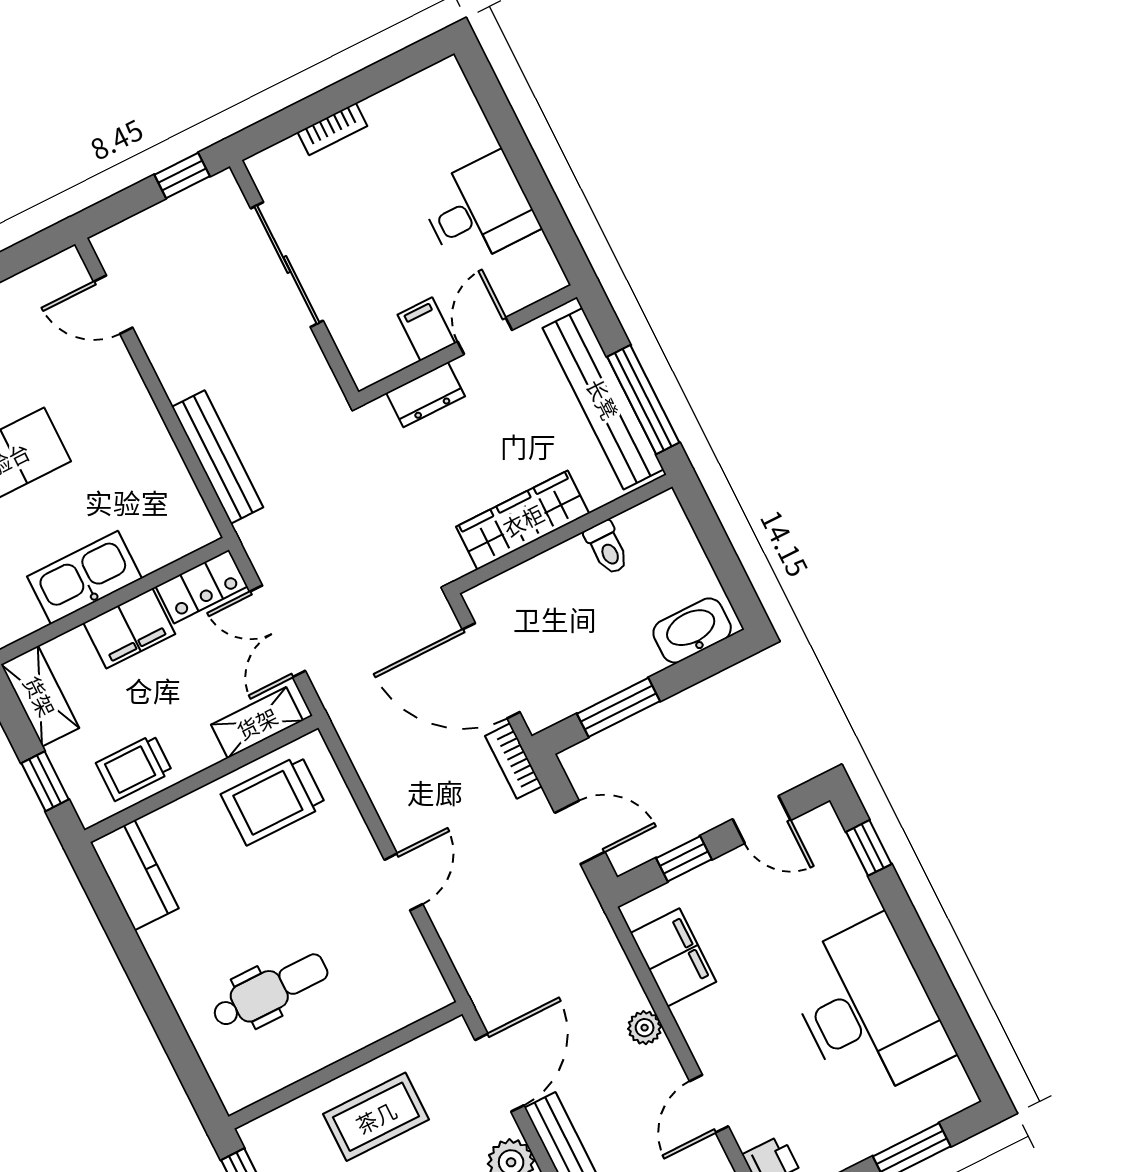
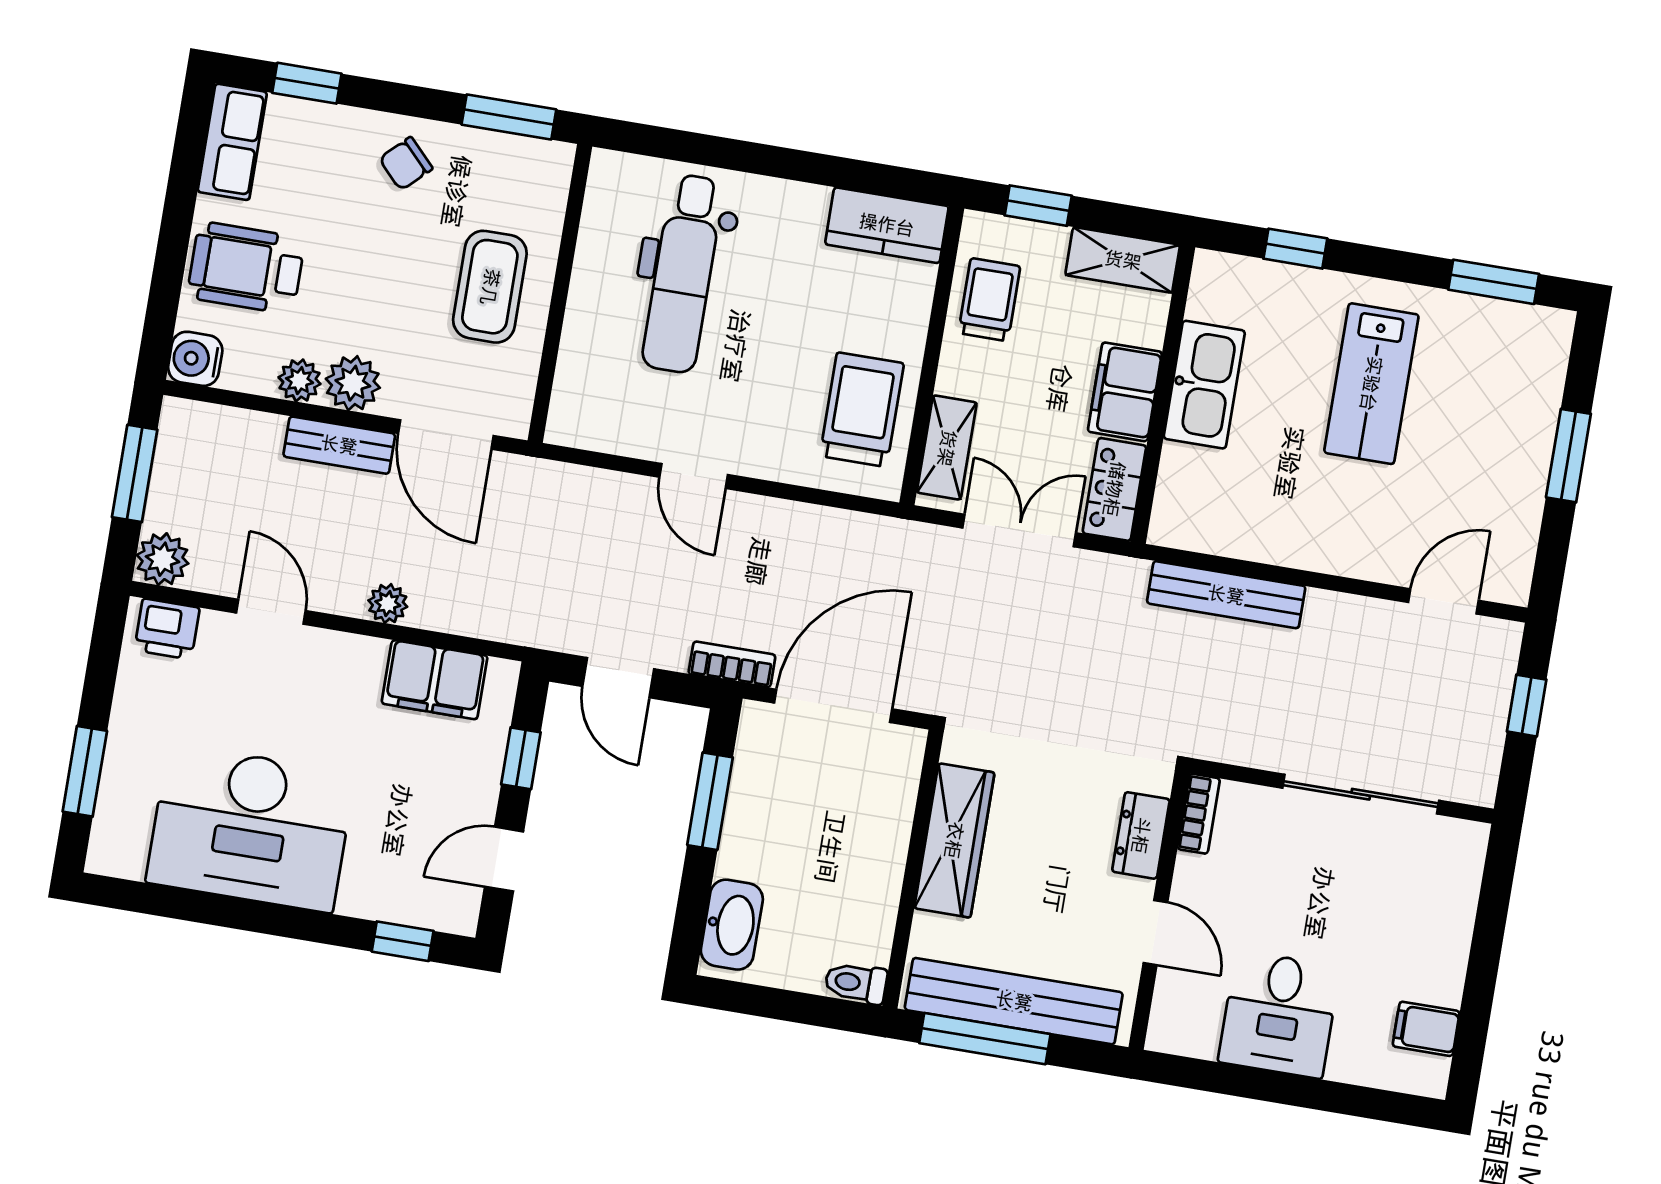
bookcase: (332, 129) -> (1199, 814), moved, turned 180
window: (182, 175) -> (1527, 706), moved
filing cabinet: (426, 329) -> (1426, 1029), moved, turned 180
toilet: (607, 548) -> (856, 983), moved
door: (580, 832) -> (618, 678), hinge flipped
dental chair: (270, 991) -> (683, 274), width x1.36, depth x1.38

